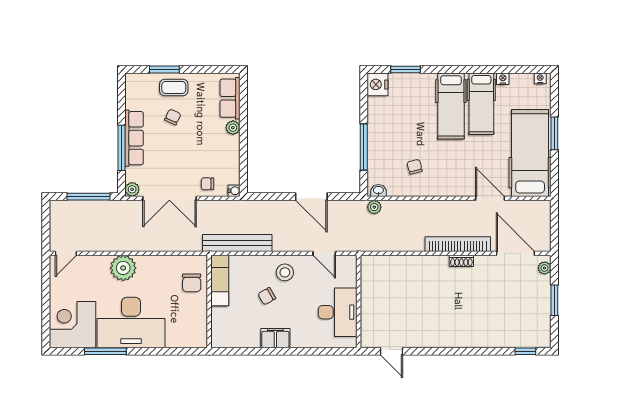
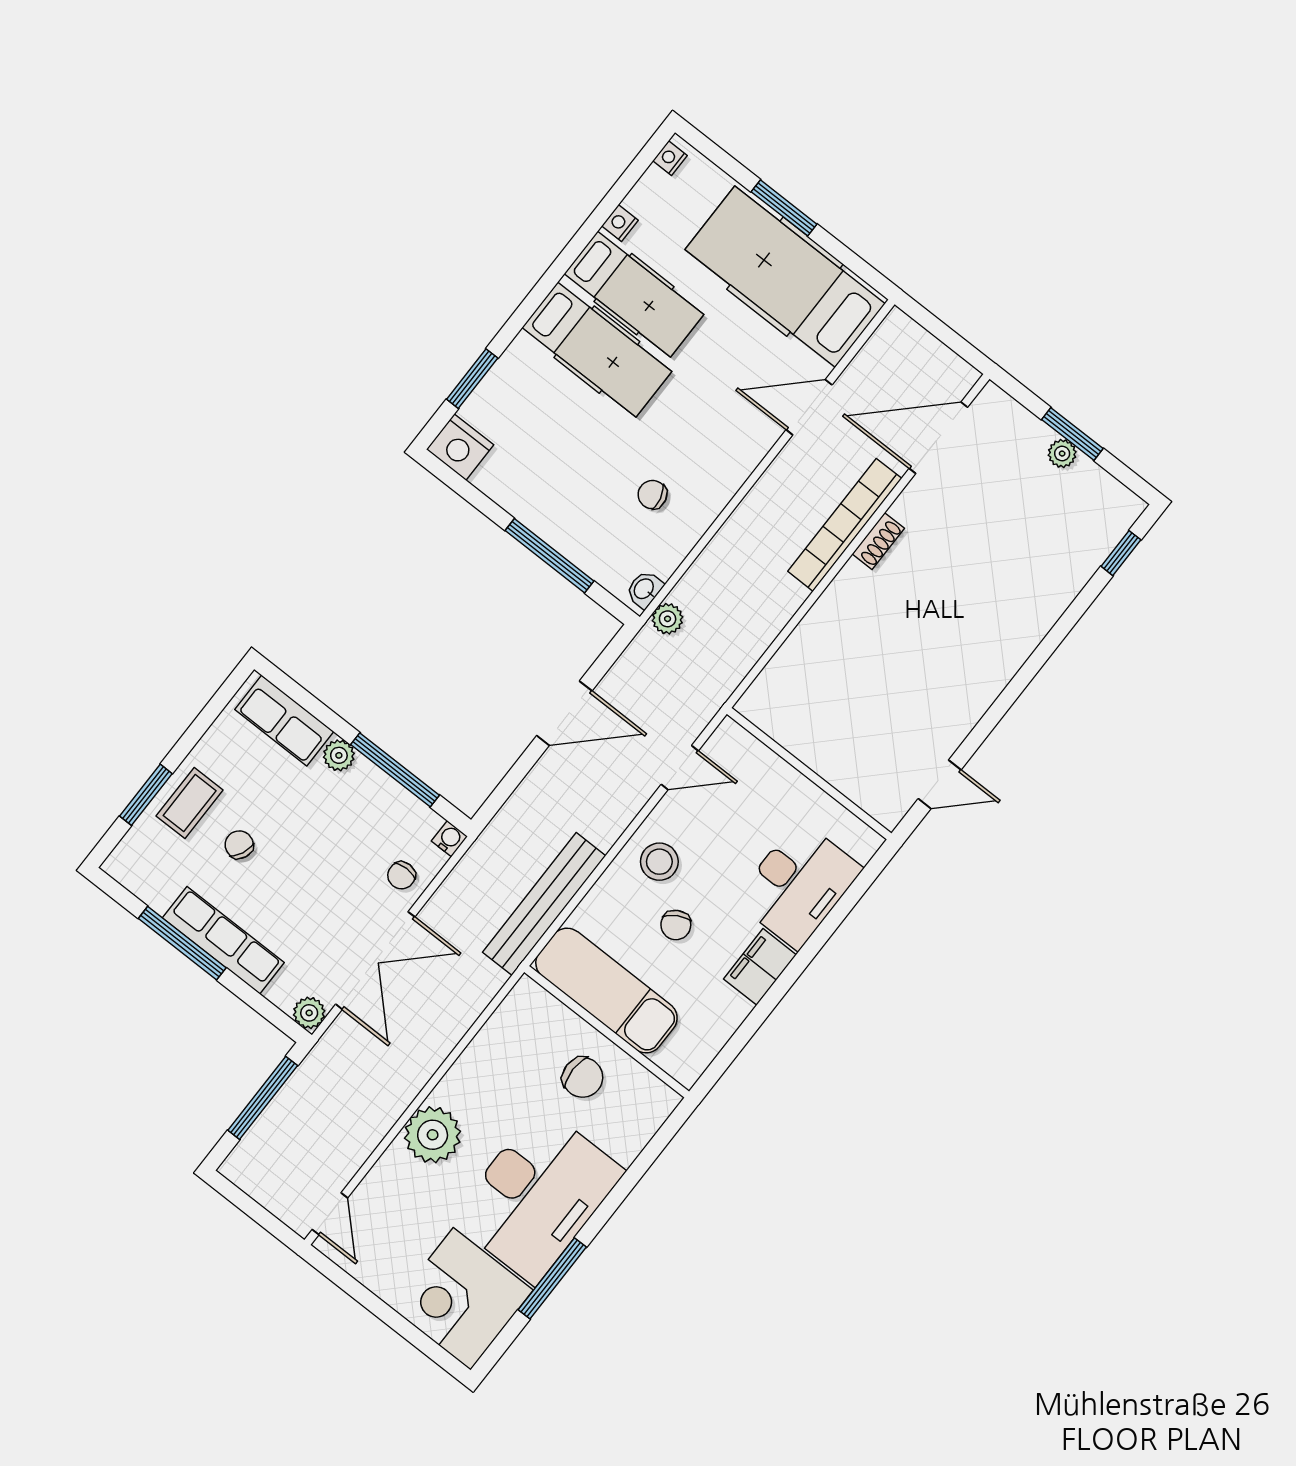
window: (121, 148) -> (182, 943), moved
window: (243, 152) -> (395, 770), added
plant: (545, 268) -> (1062, 454), moved
exam couch: (220, 280) -> (606, 991), width x1.36, depth x1.45
chair: (192, 283) -> (583, 1077), moved
desk: (338, 312) -> (798, 884), moved, turned 90

